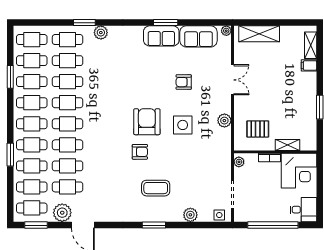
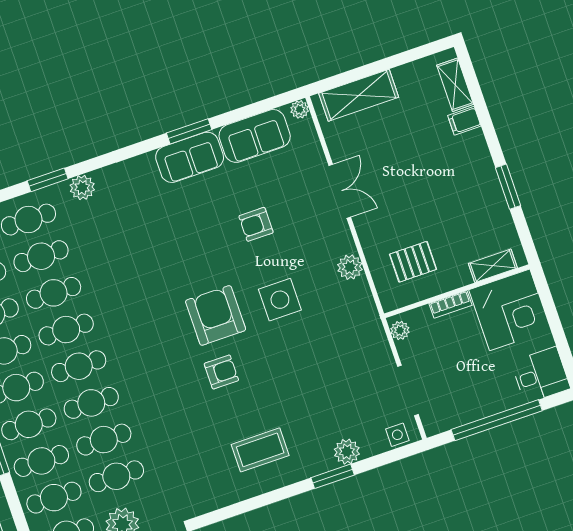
shelving: (288, 145) -> (493, 266), moved
coffee table: (156, 188) -> (260, 450), moved
window: (154, 225) -> (333, 476), moved

